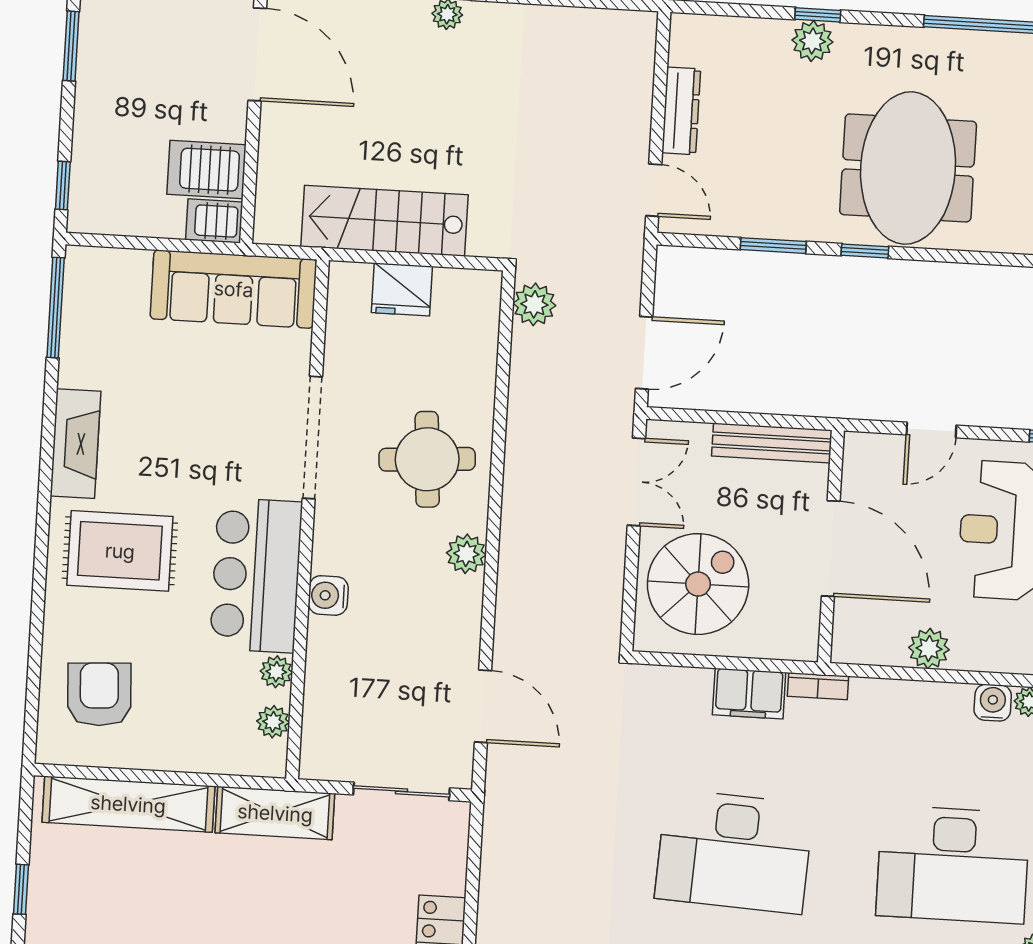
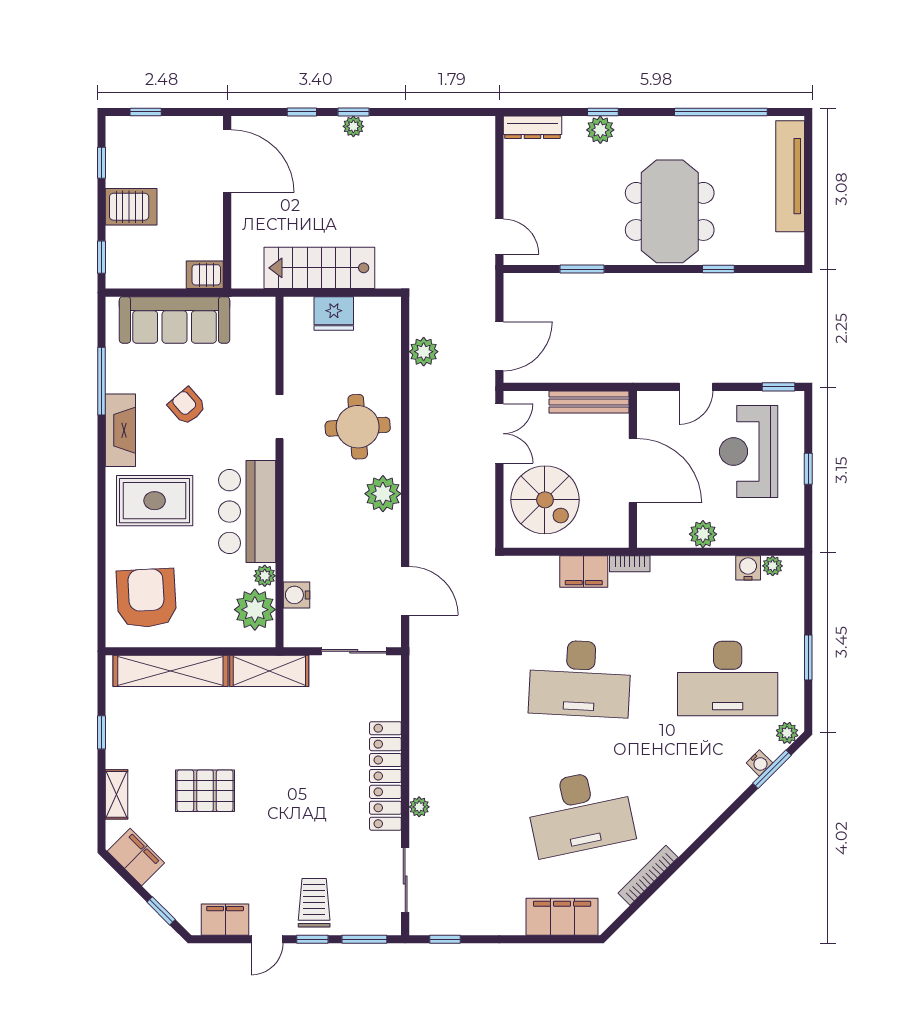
window: (71, 46) -> (101, 163), width x0.67
dresser: (681, 111) -> (532, 127), moved, turned 90
server rack: (206, 169) -> (131, 207), moved, turned 180
window: (865, 251) -> (718, 269), moved
sofa: (234, 289) -> (175, 320), moved
plant: (534, 304) -> (424, 352), moved
window: (56, 308) -> (101, 381), moved
armchair: (176, 414) -> (187, 406), added
doorway: (312, 438) -> (280, 417), width x0.53
plant: (466, 554) -> (383, 494), width x1.36, depth x1.36
spiral stairs: (698, 584) -> (545, 500), turned 90
water cooler: (328, 595) -> (297, 595), moved
armchair: (99, 694) -> (146, 598), width x1.36, depth x1.36
plant: (273, 722) -> (255, 610), width x1.88, depth x1.88

